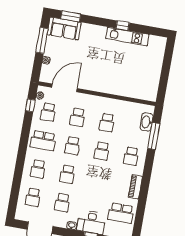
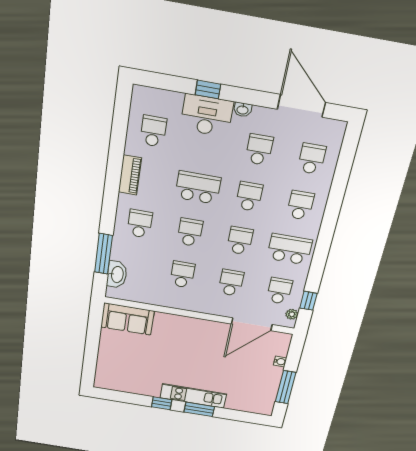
window: (71, 16) -> (199, 409), moved
sofa: (64, 29) -> (127, 319), moved, turned 180
kitchen unit: (127, 37) -> (193, 396), moved
school desk: (97, 179) -> (198, 188), added
school desk: (121, 213) -> (153, 131), width x0.54

